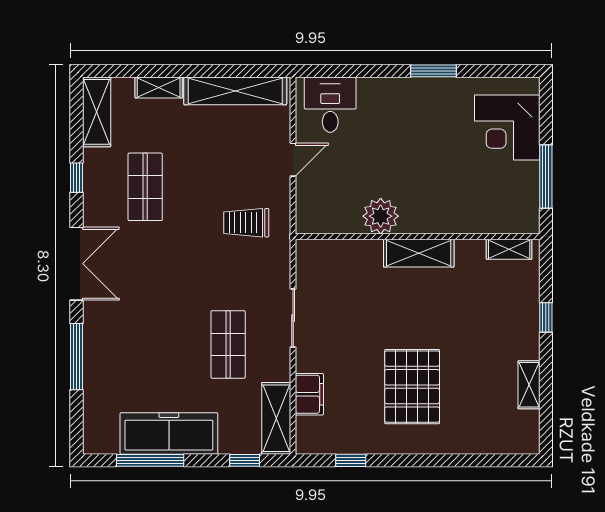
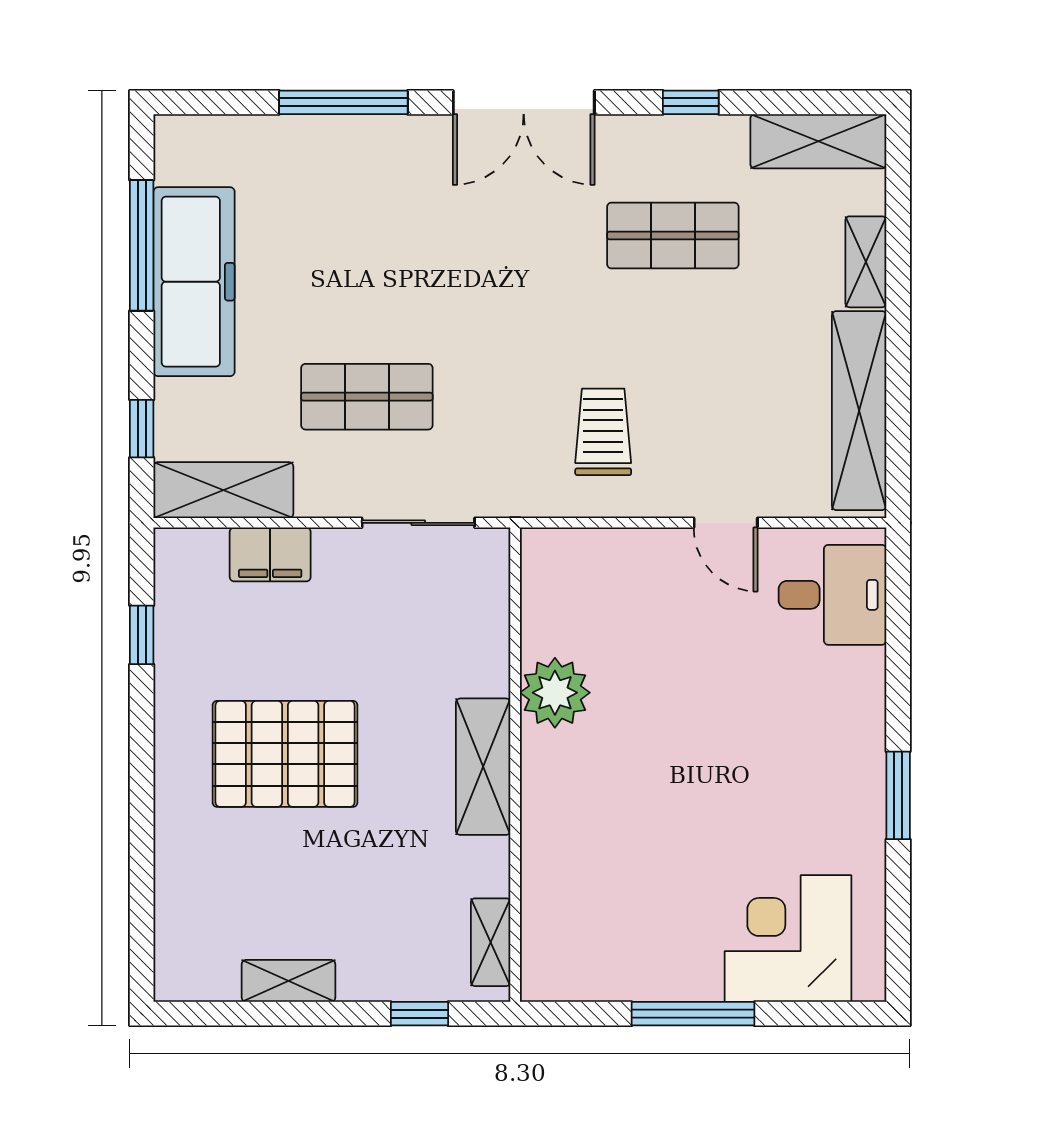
plant: (381, 216) -> (555, 693), moved
wall: (418, 237) -> (515, 765), moved
shelving: (509, 249) -> (491, 942), moved
shelving: (419, 253) -> (483, 767), moved

